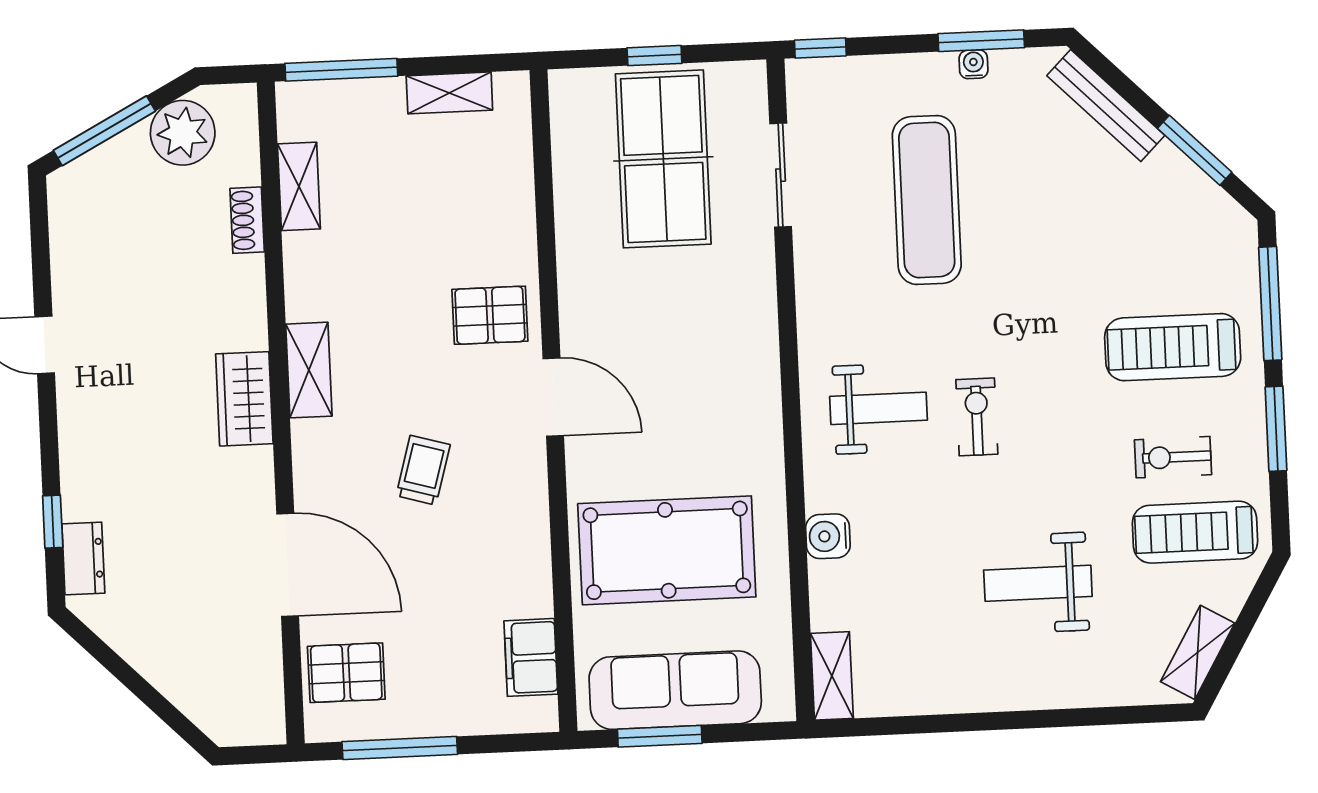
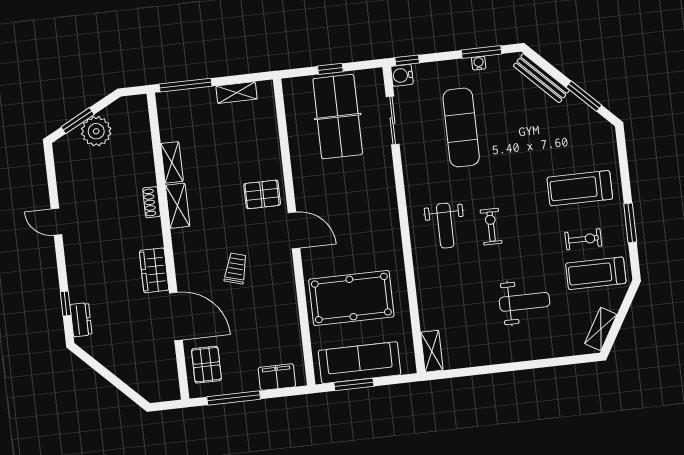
window: (104, 131) -> (78, 121), width x0.69
plant: (183, 133) -> (96, 131), moved
shelving: (299, 186) -> (172, 162), moved
shoe rack: (247, 220) -> (152, 202), moved
window: (1270, 304) -> (624, 165), removed
shelving: (309, 370) -> (178, 206), moved
wardrobe: (244, 399) -> (154, 270), moved
weight bench: (878, 408) -> (445, 226), turned 90
exercise bike: (1173, 457) -> (583, 239), turned 180
water cooler: (828, 536) -> (402, 75), moved
weight bench: (1038, 583) -> (525, 302), turned 180
filing cabinet: (531, 657) -> (277, 377), moved, turned 90
pallet: (346, 673) -> (206, 365), turned 90

